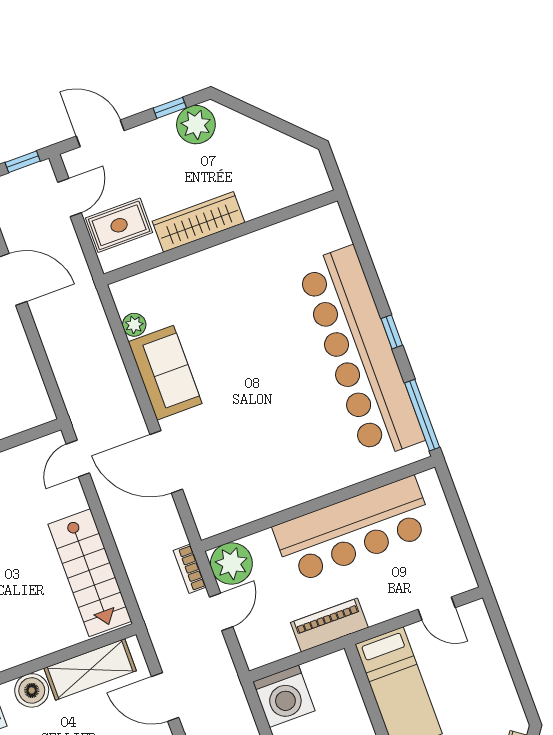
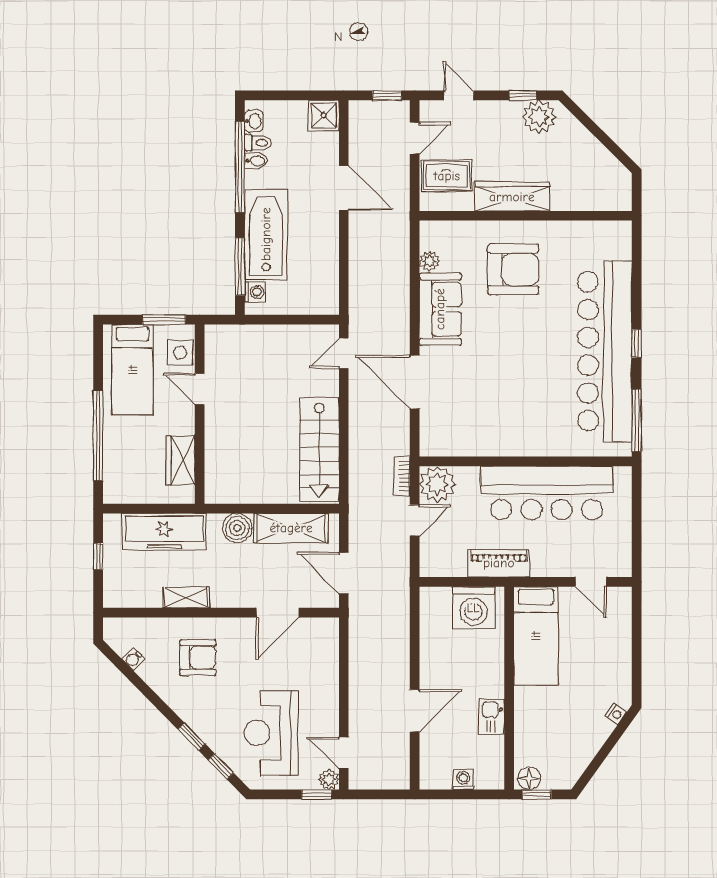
door: (100, 133) -> (459, 95), width x0.73
armchair: (228, 301) -> (513, 270), added
washing machine: (284, 696) -> (473, 608), moved

